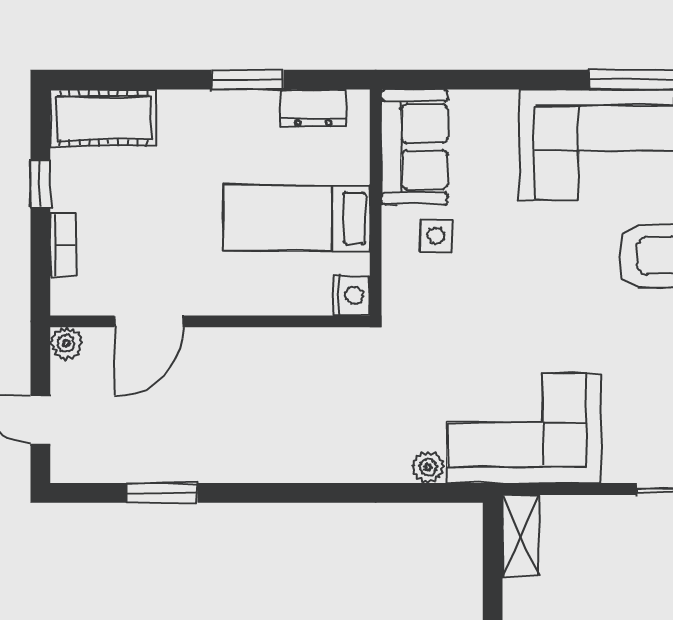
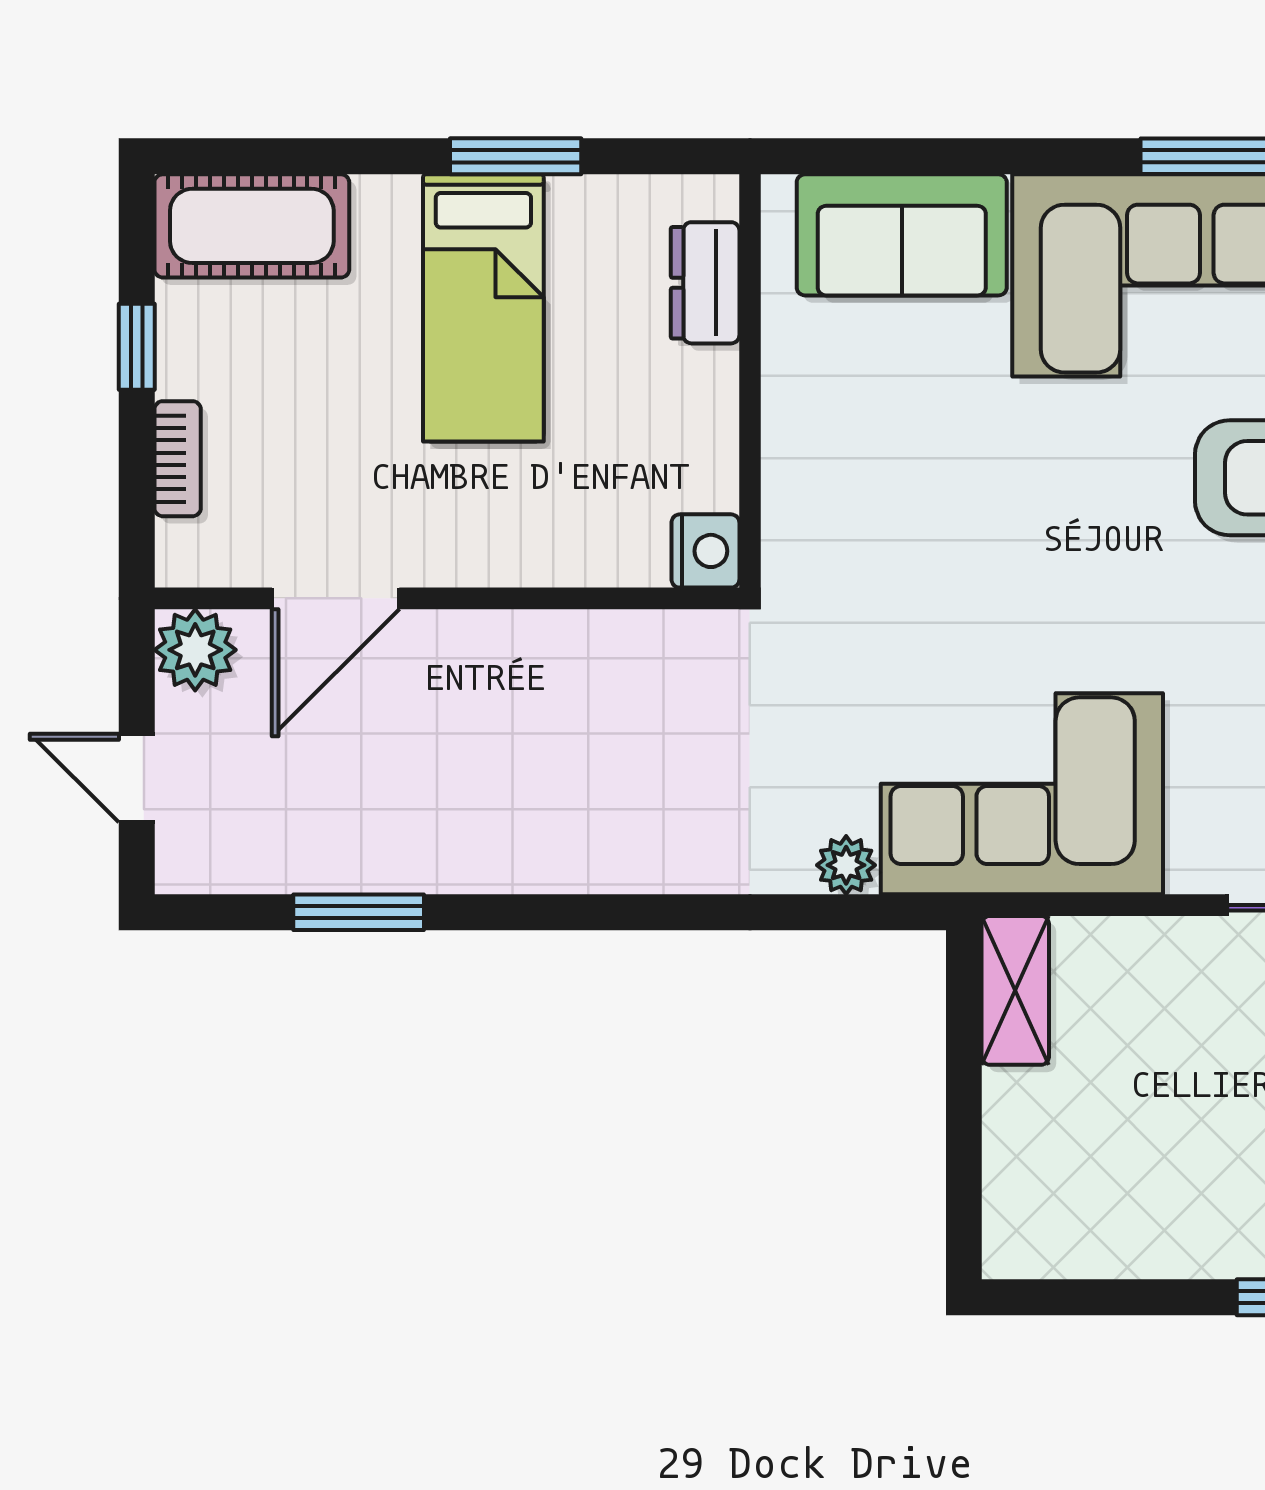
dresser: (313, 108) -> (705, 283), moved, turned 90
sofa: (415, 147) -> (902, 235), moved, turned 90
bed: (297, 218) -> (483, 308), moved, turned -90
side table: (436, 236) -> (860, 442), removed
plant: (66, 343) -> (195, 650), width x1.38, depth x1.38

